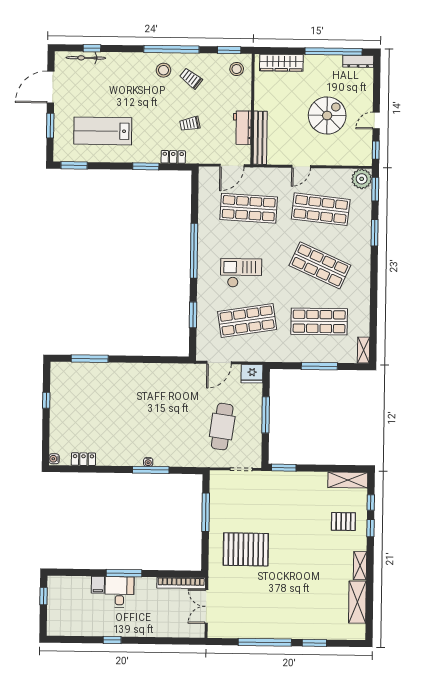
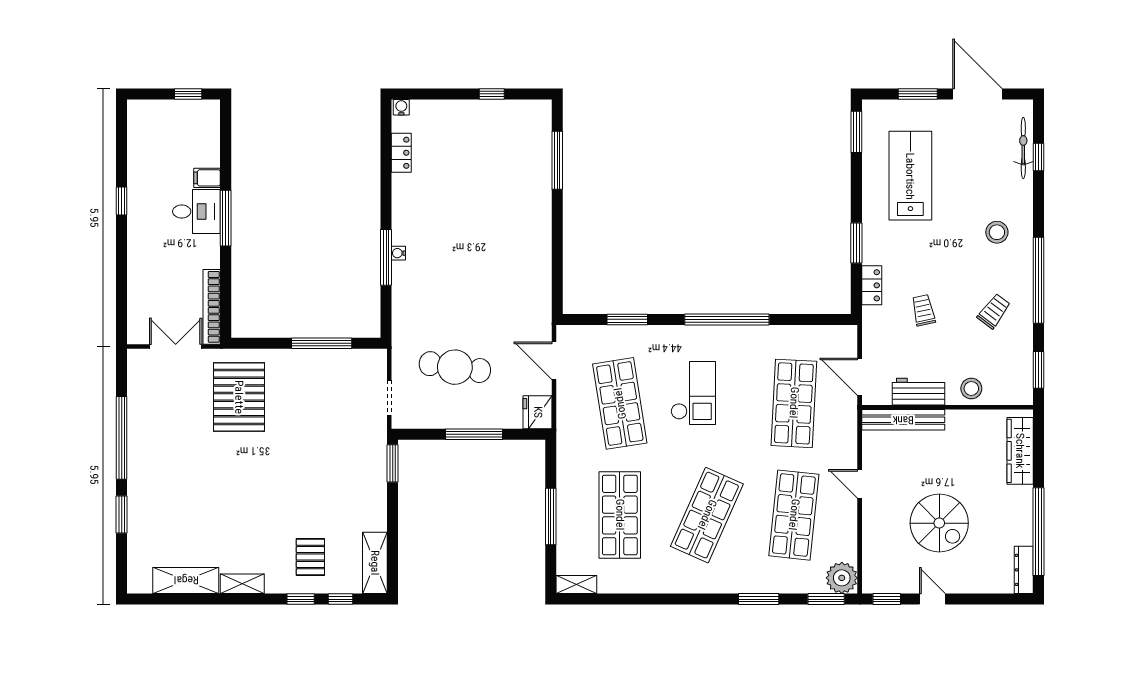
stool: (237, 69) -> (971, 388), moved
stool: (164, 70) -> (997, 232), moved
pallet: (246, 549) -> (239, 397), moved

